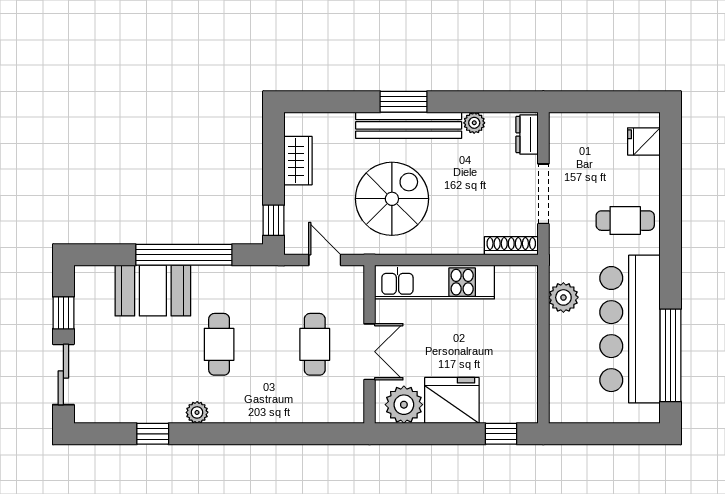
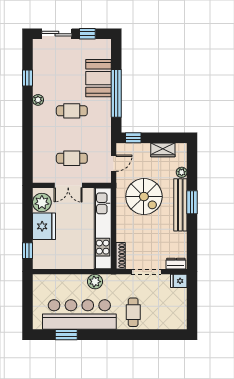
plant: (474, 123) -> (182, 172), moved
fridge: (644, 141) -> (179, 281), moved, turned -90
kitchen unit: (435, 282) -> (103, 228), width x1.36
window: (670, 355) -> (66, 335), width x0.47

